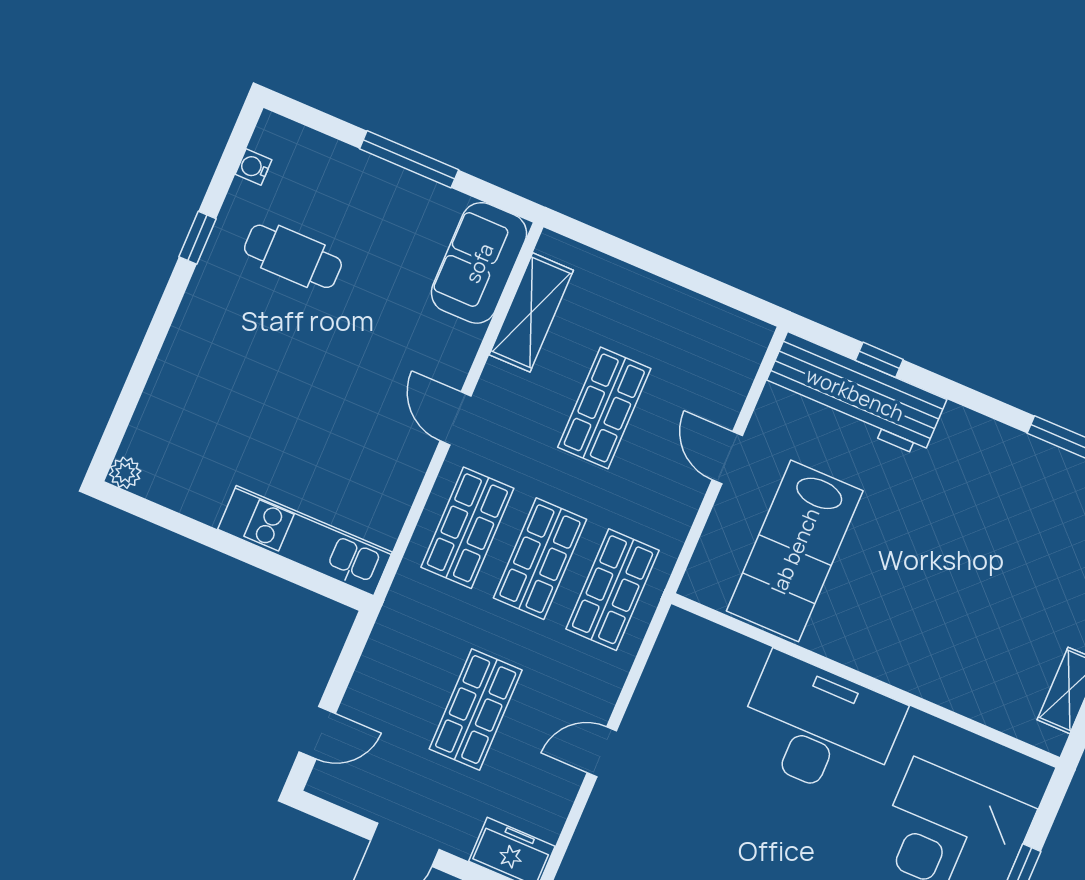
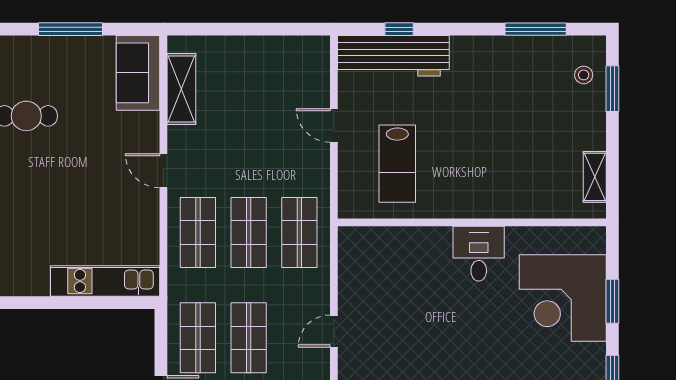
shop shelf: (604, 408) -> (198, 338), moved
lab bench: (795, 551) -> (397, 164), width x0.73, depth x0.72
desk: (819, 728) -> (479, 254), width x0.53, depth x0.77

